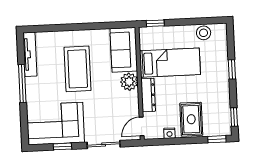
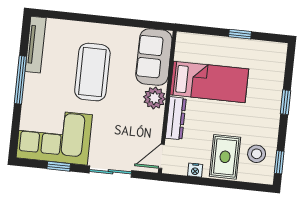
window: (155, 23) -> (240, 34), moved
stool: (204, 33) -> (257, 154), moved
window: (217, 139) -> (253, 187), removed

